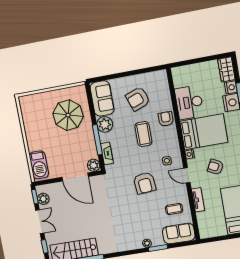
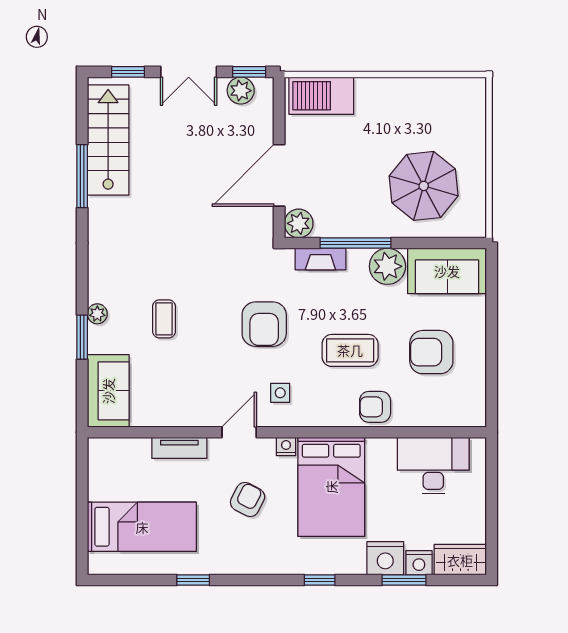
armchair: (138, 99) -> (431, 352), turned -70
desk: (189, 102) -> (433, 466), moved
armchair: (166, 119) -> (375, 407), turned 180
armchair: (145, 183) -> (264, 324), moved, turned -85
coffee table: (174, 209) -> (164, 319), moved

